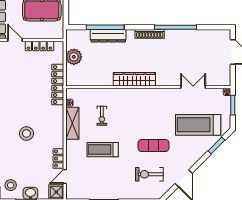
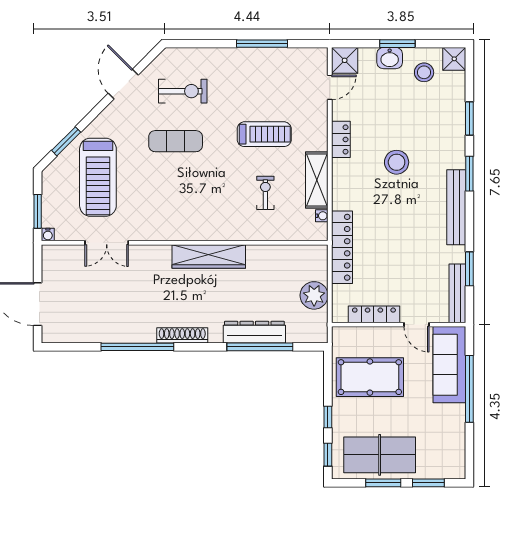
treadmill: (198, 125) -> (98, 177), turned 90
locker: (58, 159) -> (341, 139), moved

